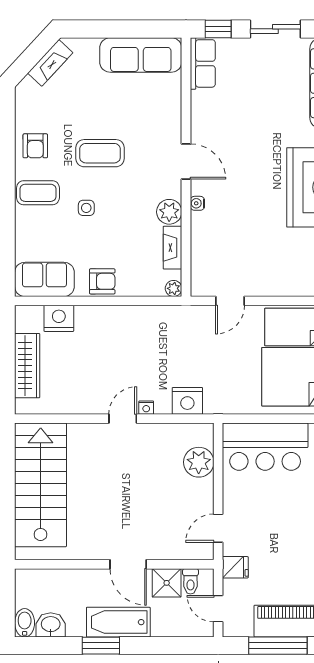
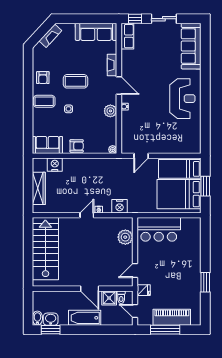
fireplace: (172, 248) -> (112, 65), moved
window: (101, 646) -> (51, 330), moved

